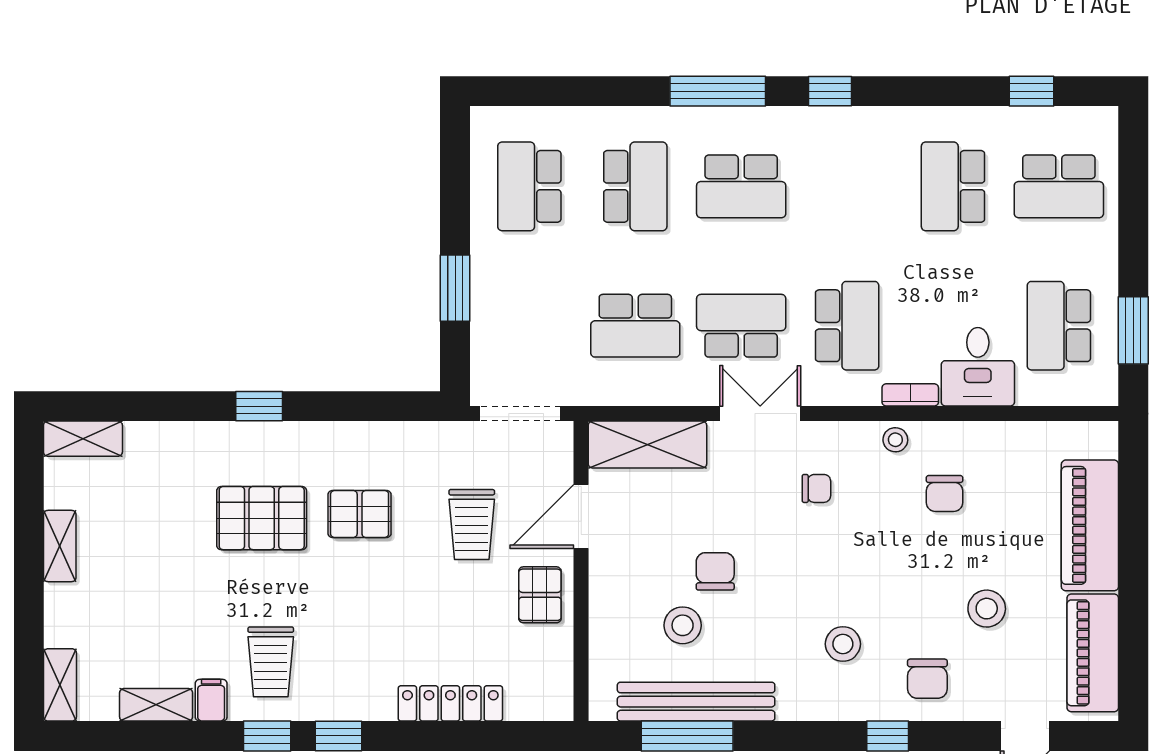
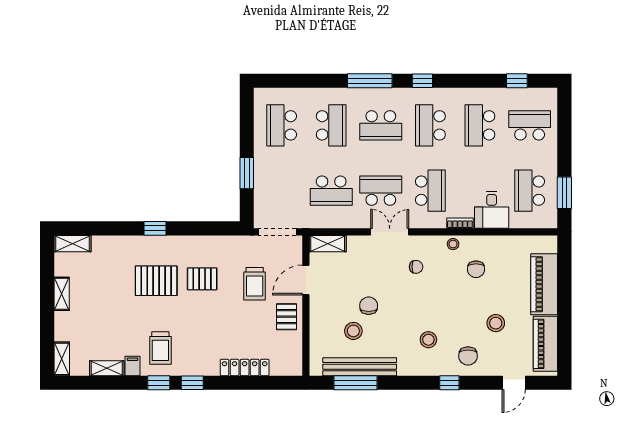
school desk: (847, 186) -> (430, 125), added
school desk: (1059, 186) -> (530, 125), turned 180
shelving: (647, 445) -> (328, 244), width x0.67, depth x0.75

